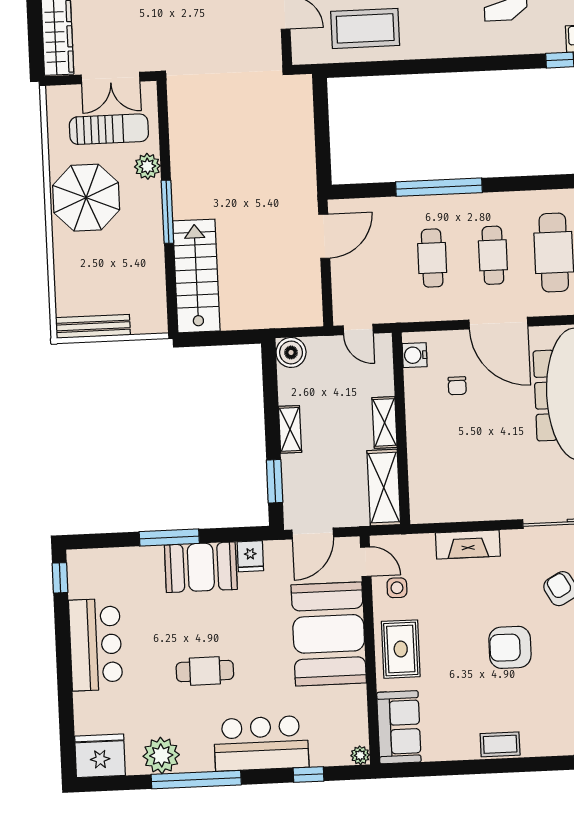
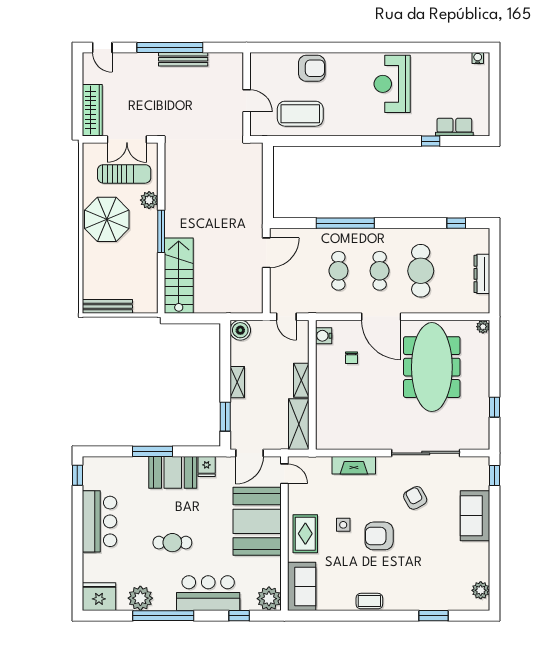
side table: (397, 588) -> (343, 525), moved
plant: (360, 755) -> (269, 599), width x1.88, depth x1.88

